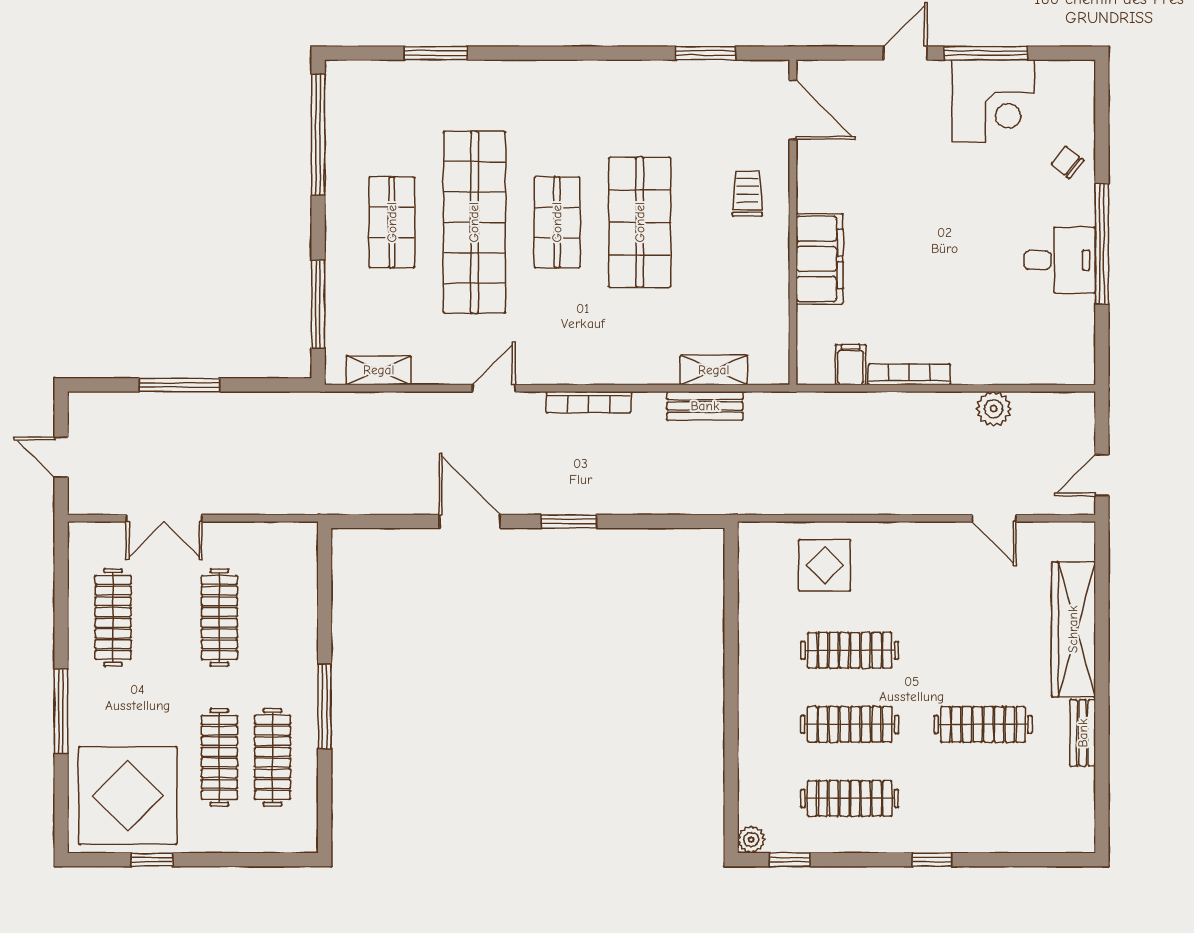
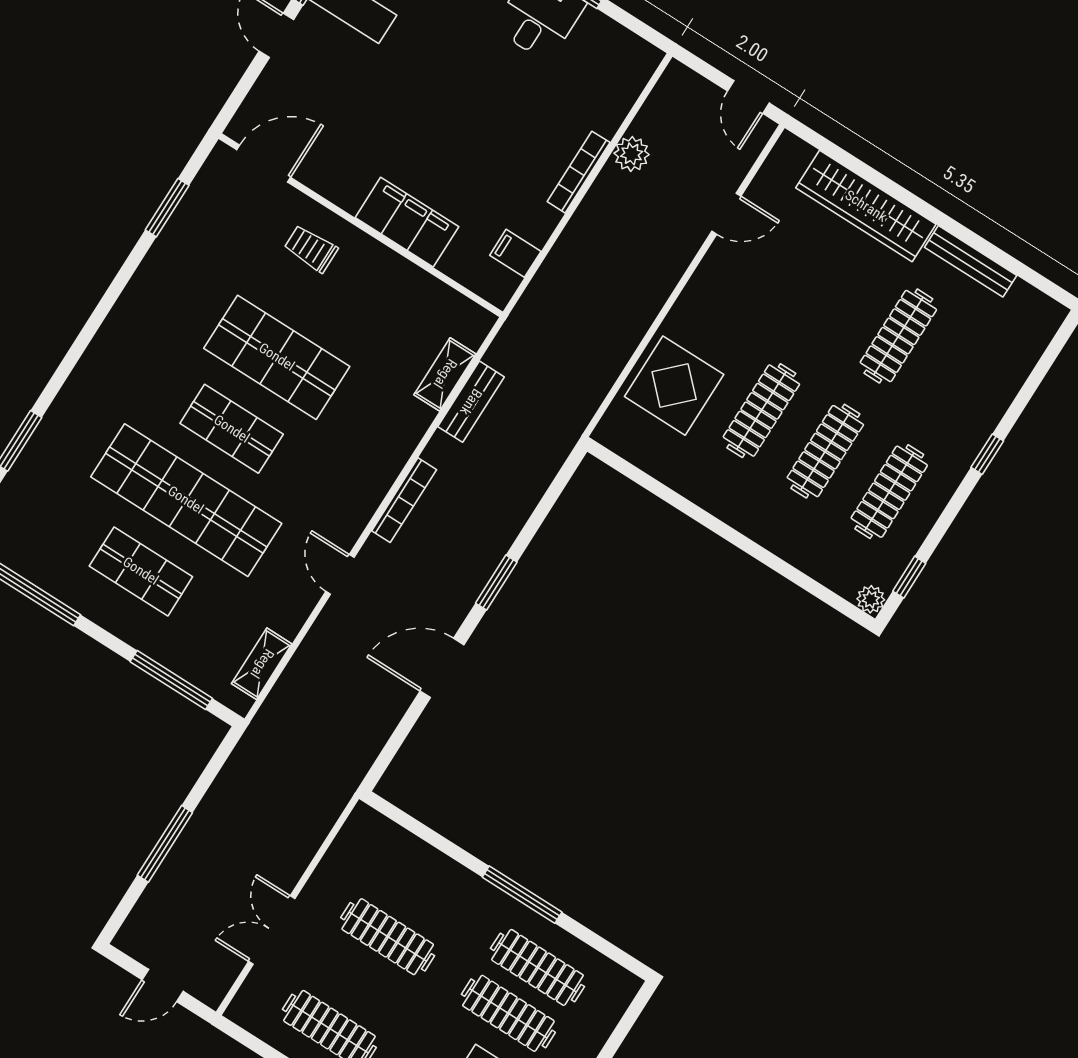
bookcase: (909, 374) -> (579, 172), moved
double door: (164, 518) -> (272, 930), swing flipped
display table: (825, 565) -> (674, 386), width x1.36, depth x1.36
bench: (1083, 733) -> (971, 261), width x1.36

